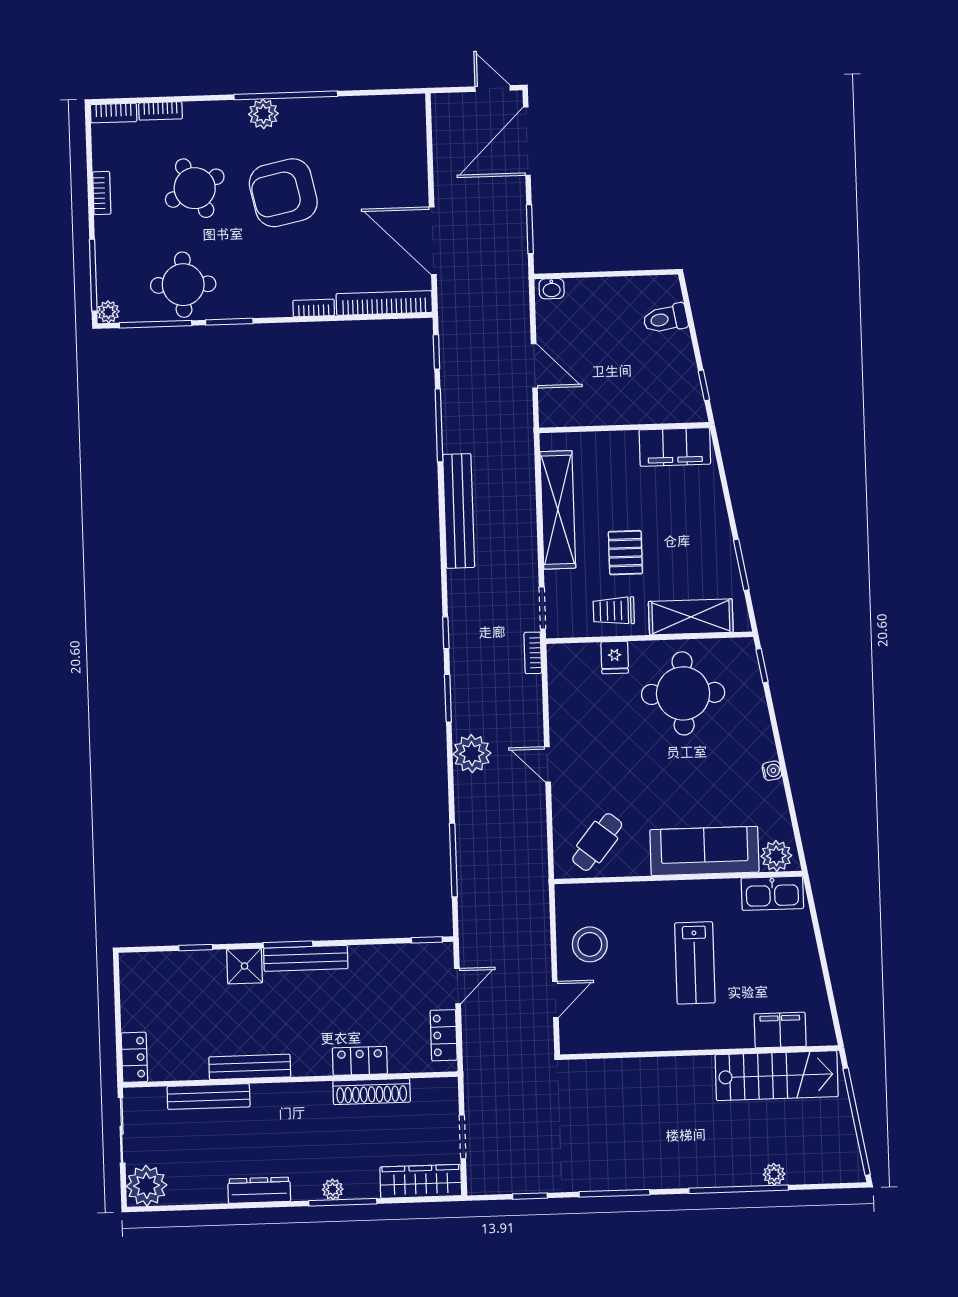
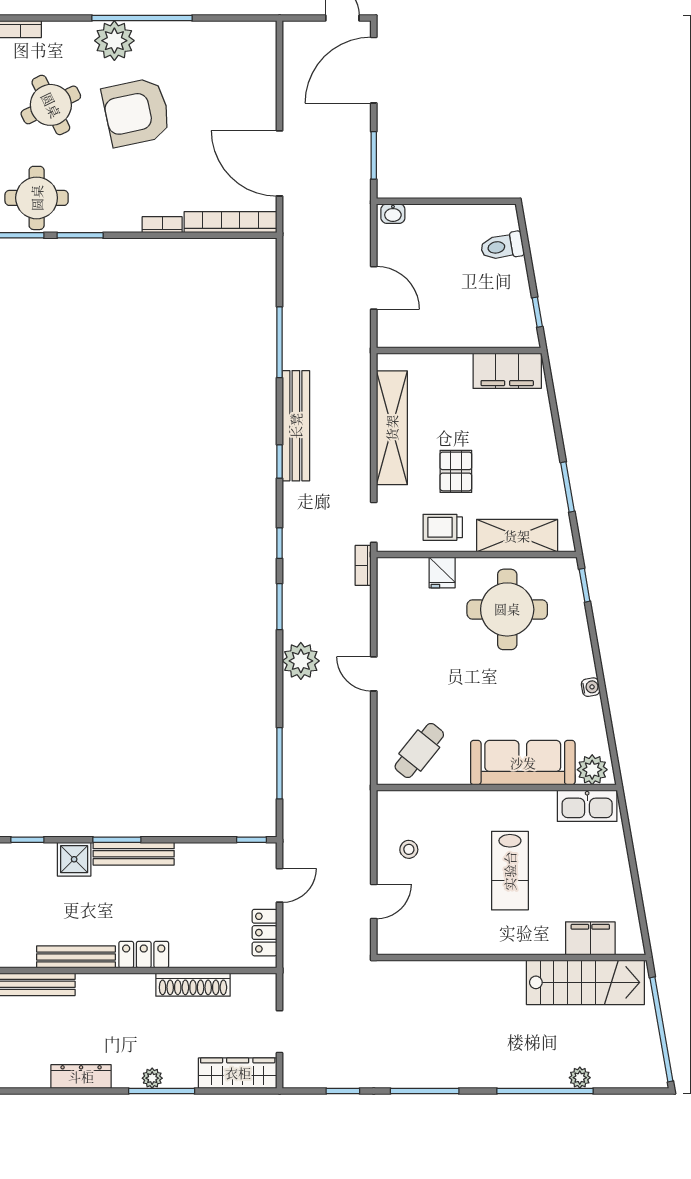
plant: (263, 114) -> (114, 41), width x1.36, depth x1.36
window: (436, 352) -> (280, 462), moved
stool: (590, 944) -> (409, 849), width x0.53, depth x0.53
locker: (360, 1061) -> (144, 955), moved

